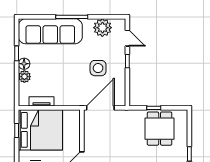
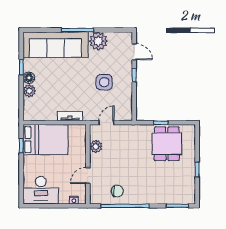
plant: (102, 28) -> (98, 41), moved
tv unit: (42, 101) -> (70, 116), moved
door: (100, 108) -> (106, 123), width x0.53
bed: (40, 130) -> (45, 140), width x0.73
plant: (90, 131) -> (96, 146), added

